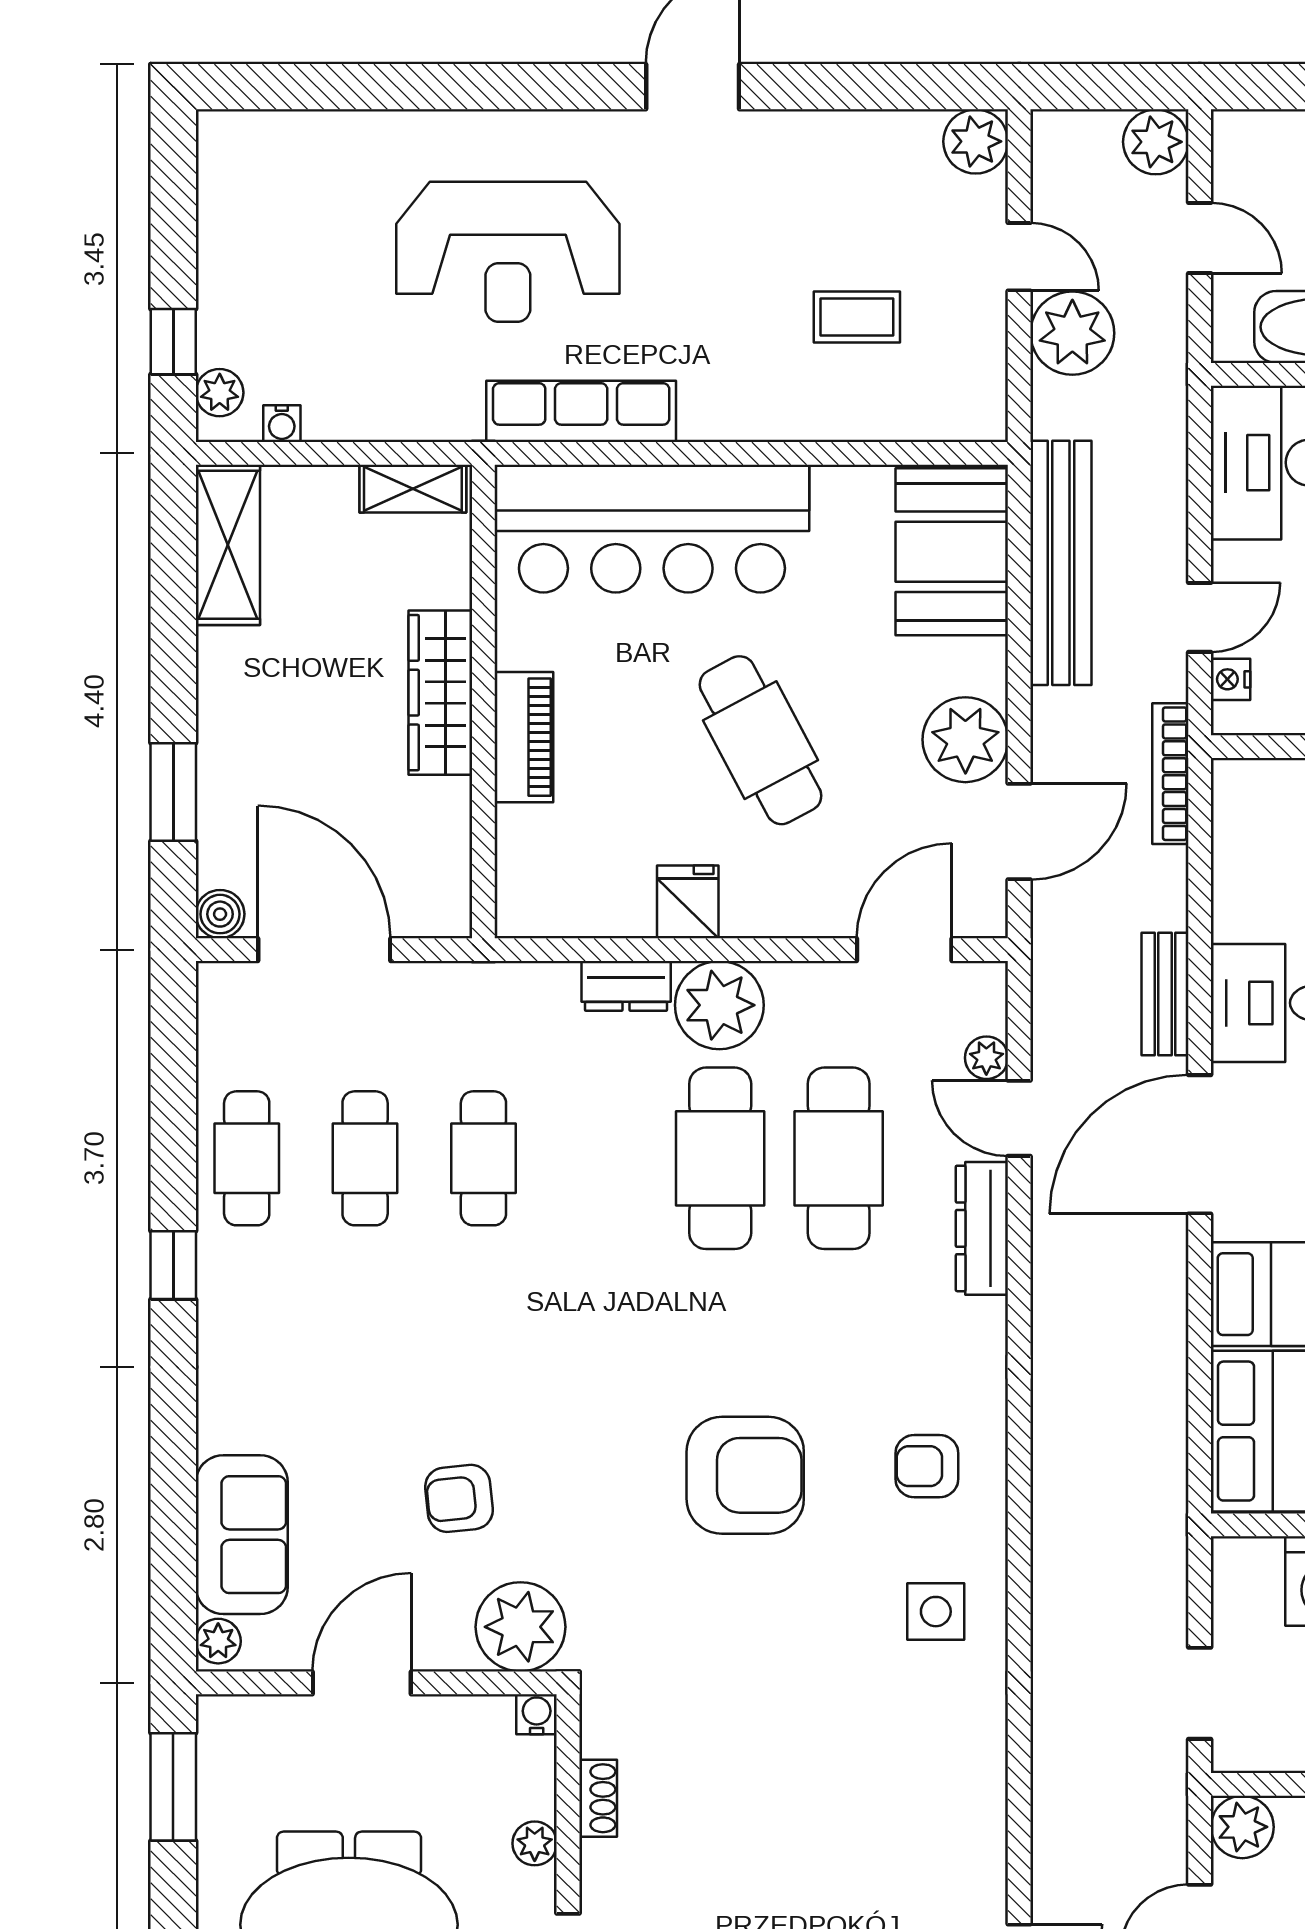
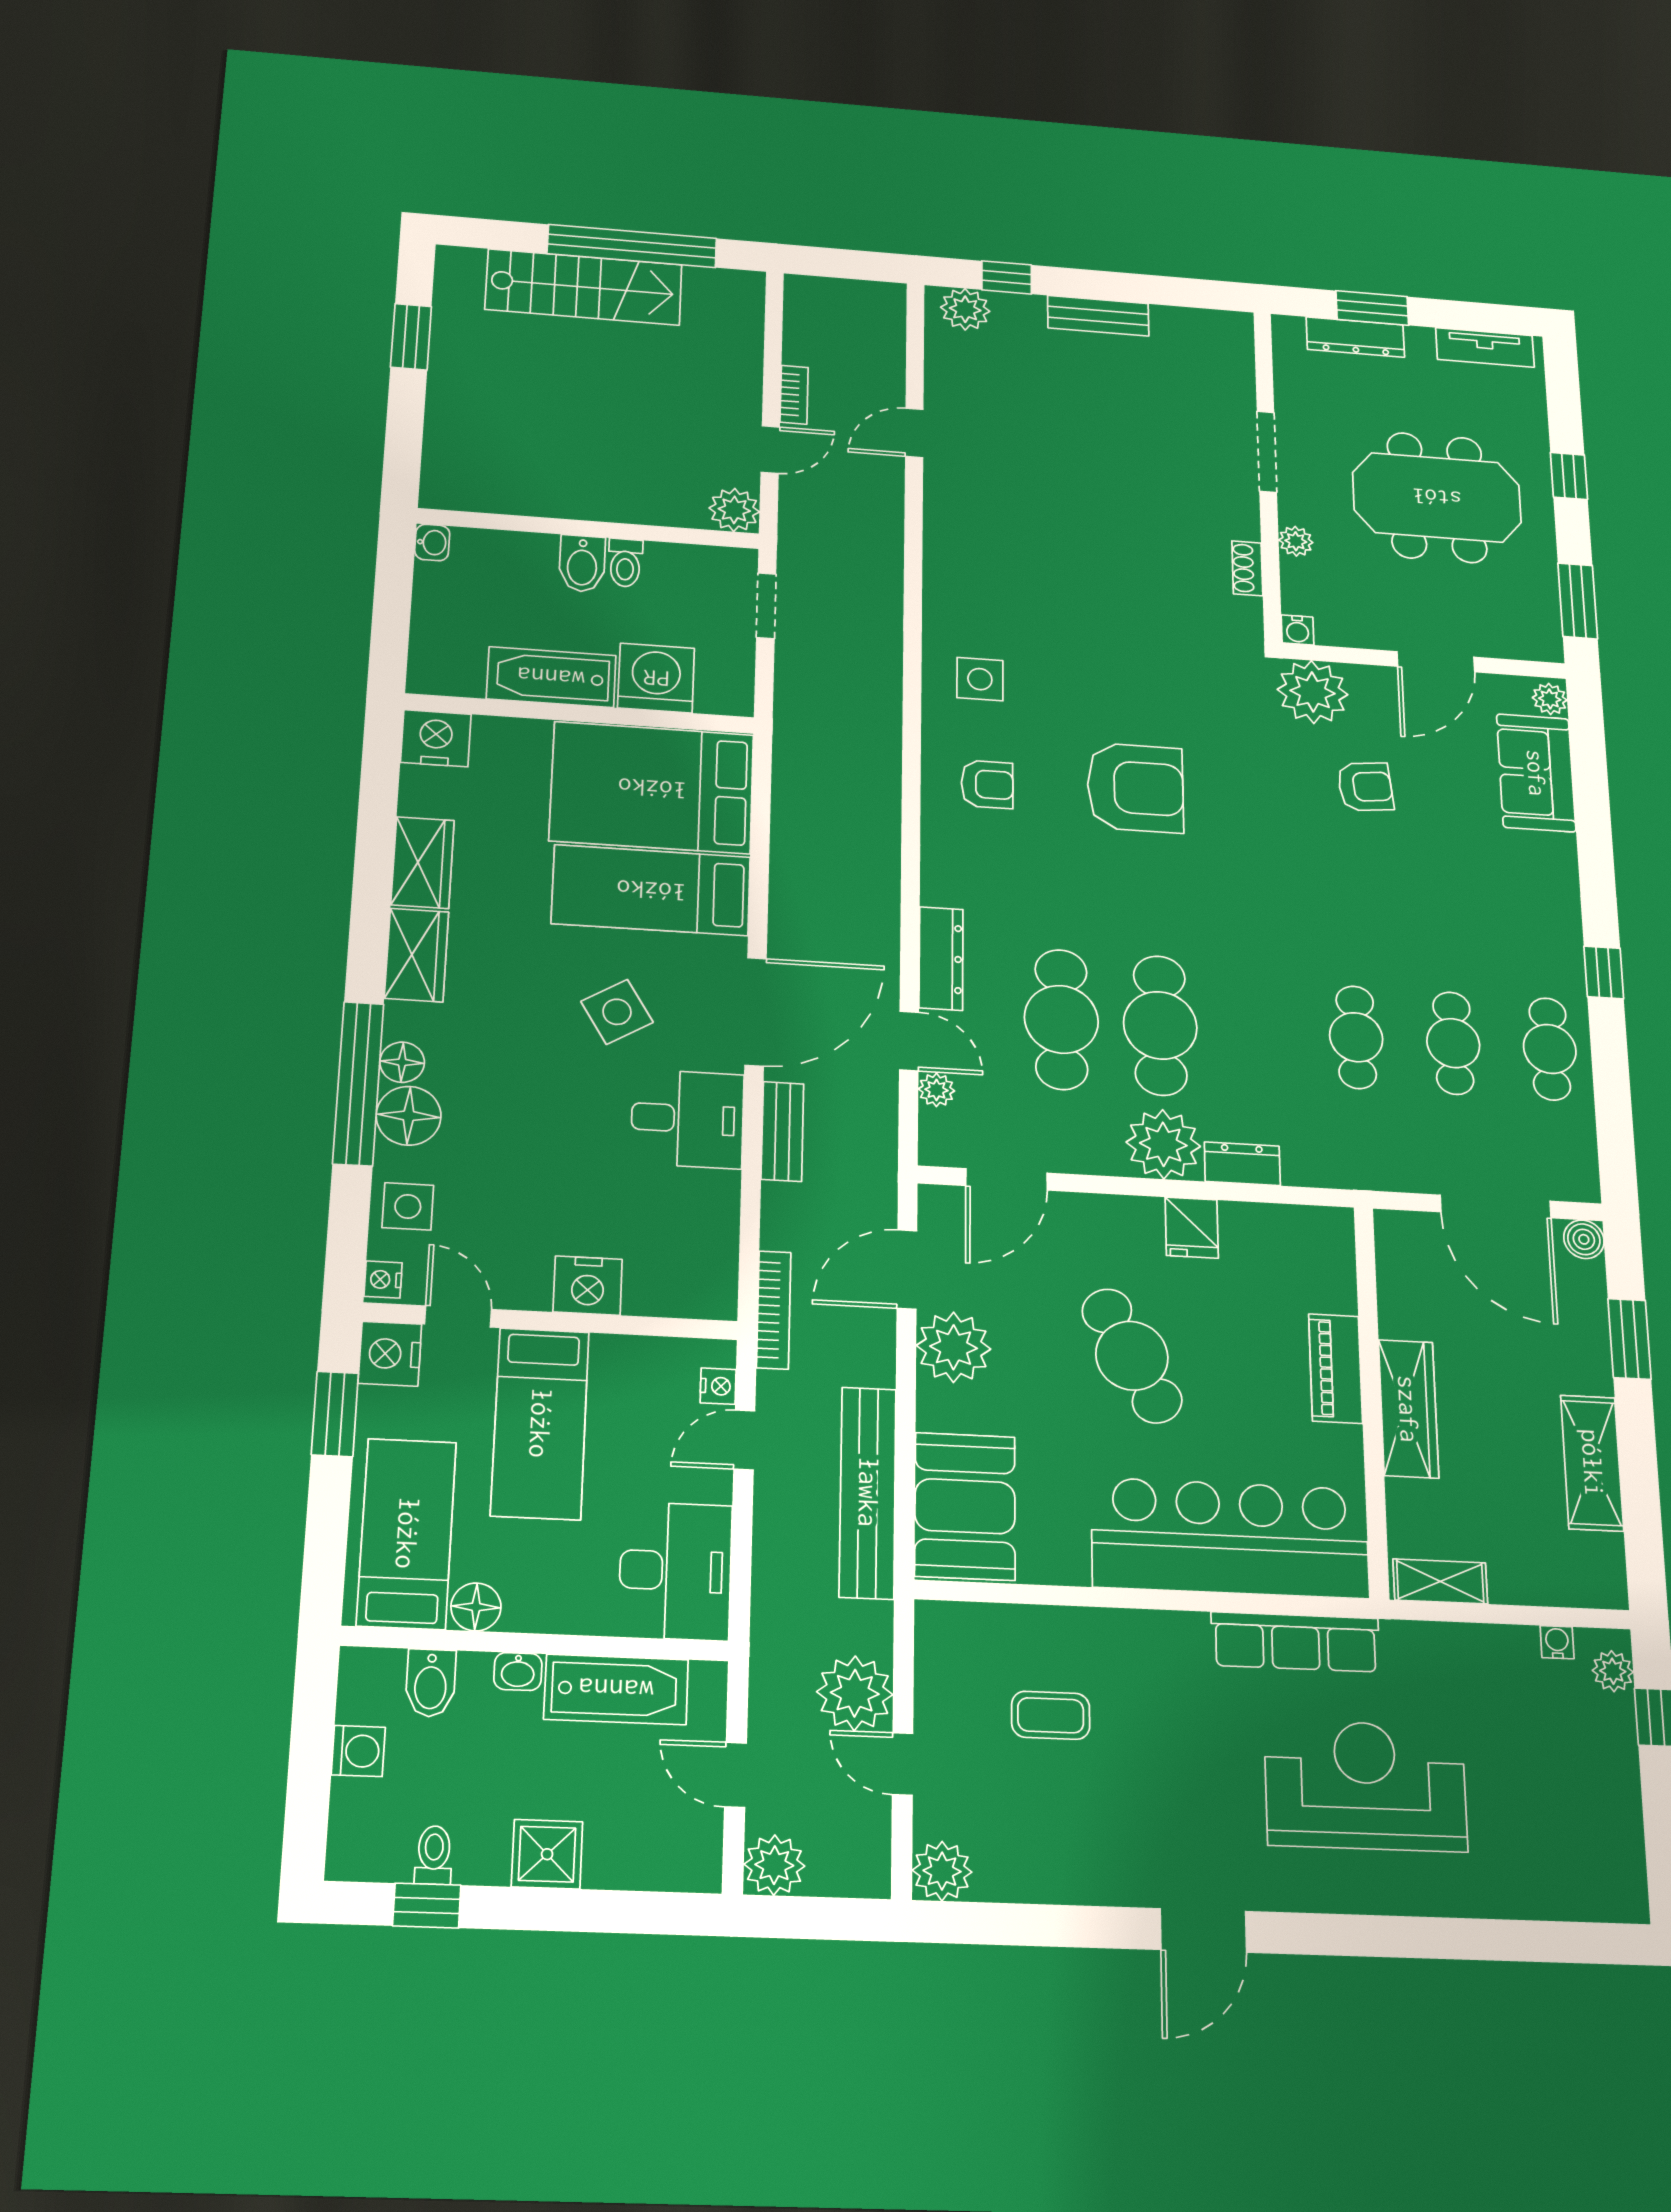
shelving: (228, 545) -> (1592, 1463), moved
armchair: (745, 1475) -> (1135, 788), turned 180

